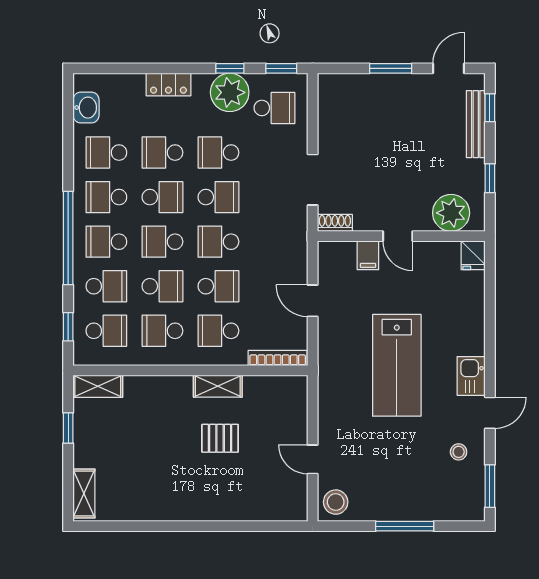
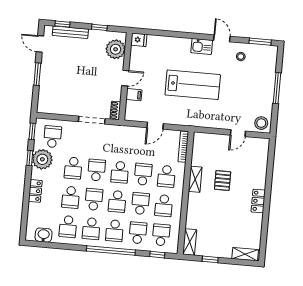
locker: (187, 510) -> (258, 201), added

